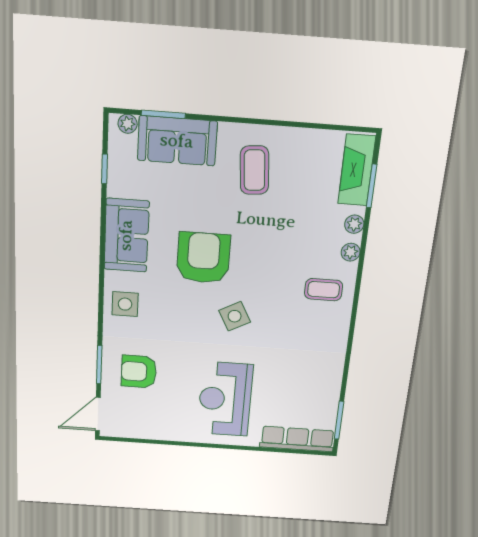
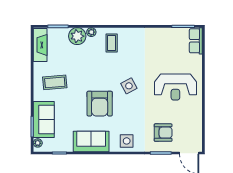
fireplace: (357, 170) -> (40, 45), moved, turned -90
plant: (354, 224) -> (77, 36), width x1.88, depth x1.88
armchair: (203, 258) -> (100, 104), turned -90
armchair: (139, 372) -> (163, 133), turned -90
row of seats: (297, 439) -> (196, 41), width x0.68

